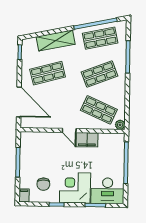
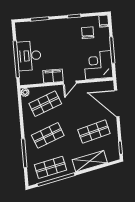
shop shelf: (99, 110) -> (45, 104), turned -45
door: (69, 131) -> (70, 83), swing flipped
corner desk: (75, 188) -> (98, 65), moved, turned 180
desk: (107, 191) -> (29, 56), moved, turned -90

